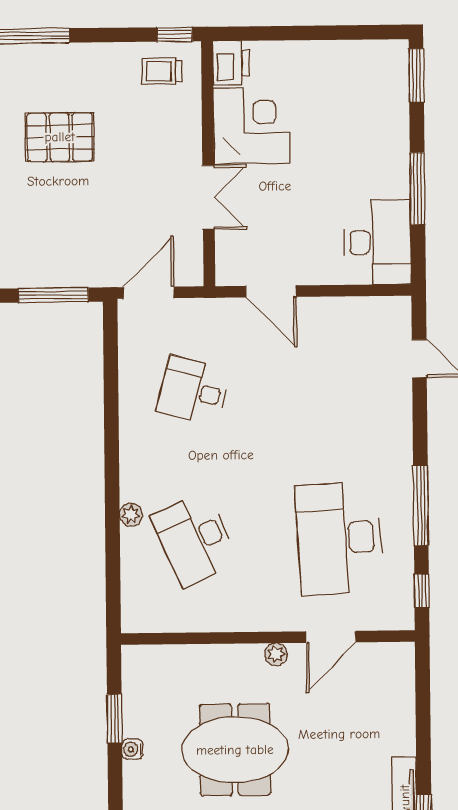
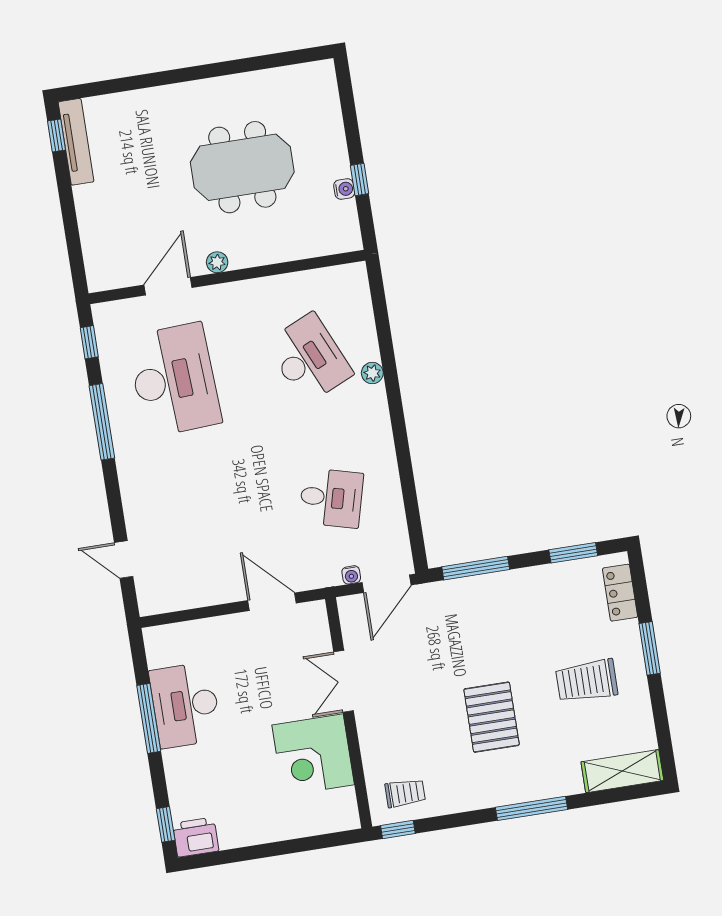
printer: (231, 63) -> (196, 837), moved, turned 90
window: (416, 75) -> (166, 824), width x0.67
pallet: (60, 137) -> (492, 717), turned 90
desk: (378, 242) -> (185, 705), moved
water cooler: (184, 307) -> (351, 575), added
window: (115, 719) -> (360, 180), width x0.67
water cooler: (132, 749) -> (344, 189), moved

